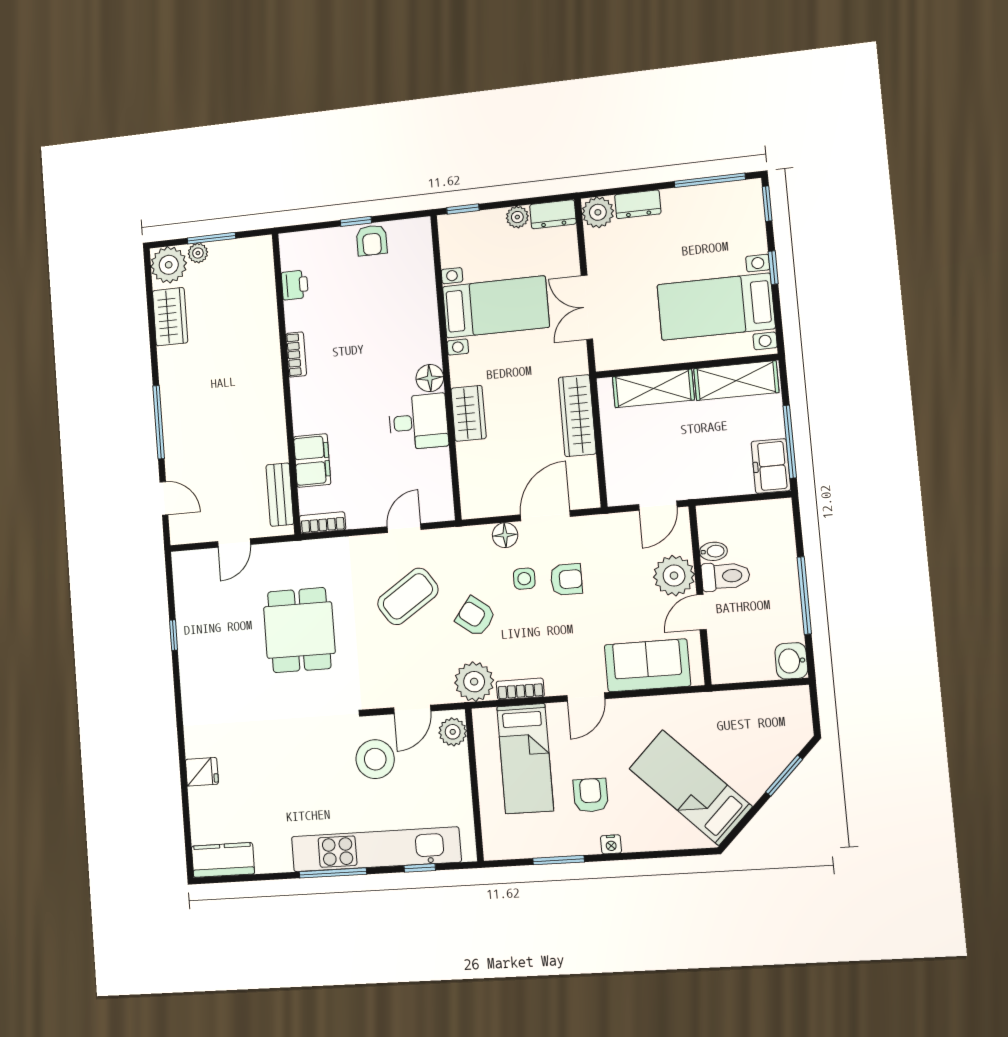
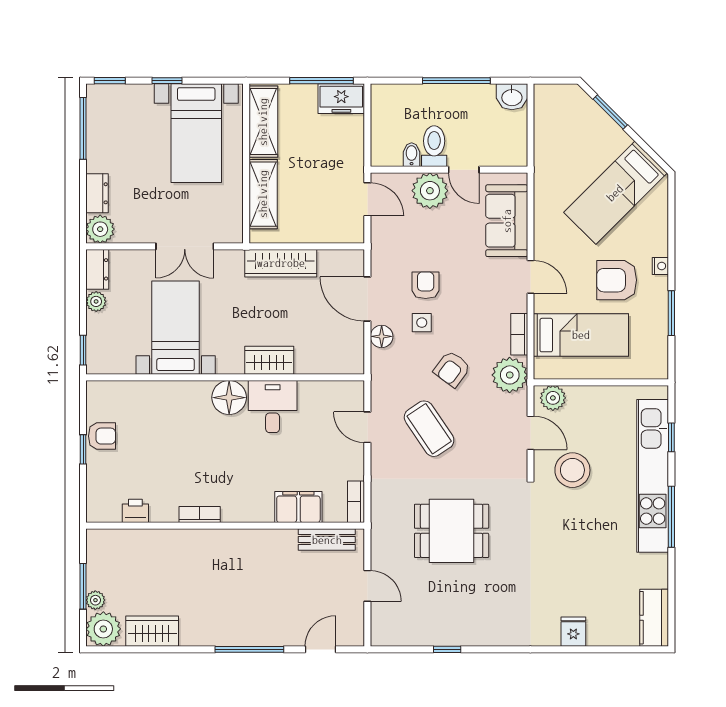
floor lamp: (430, 378) -> (229, 398), width x1.38, depth x1.38
armchair: (591, 795) -> (617, 280), width x1.38, depth x1.38

